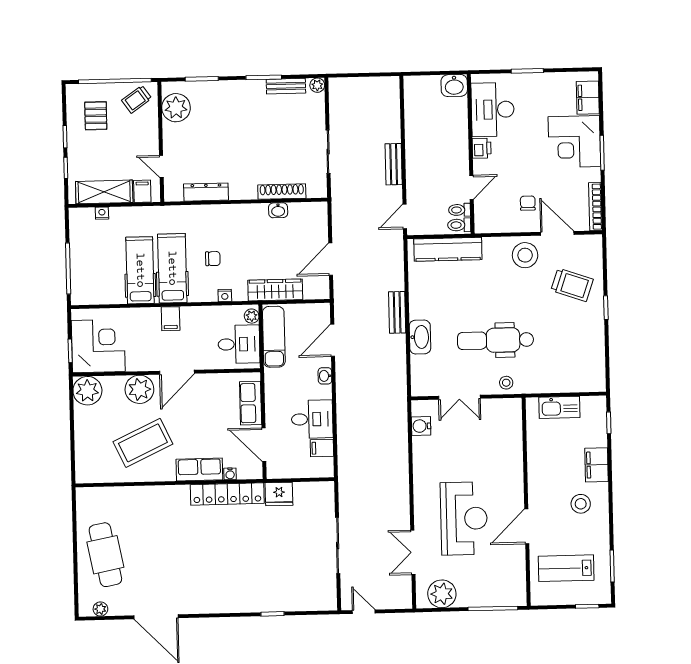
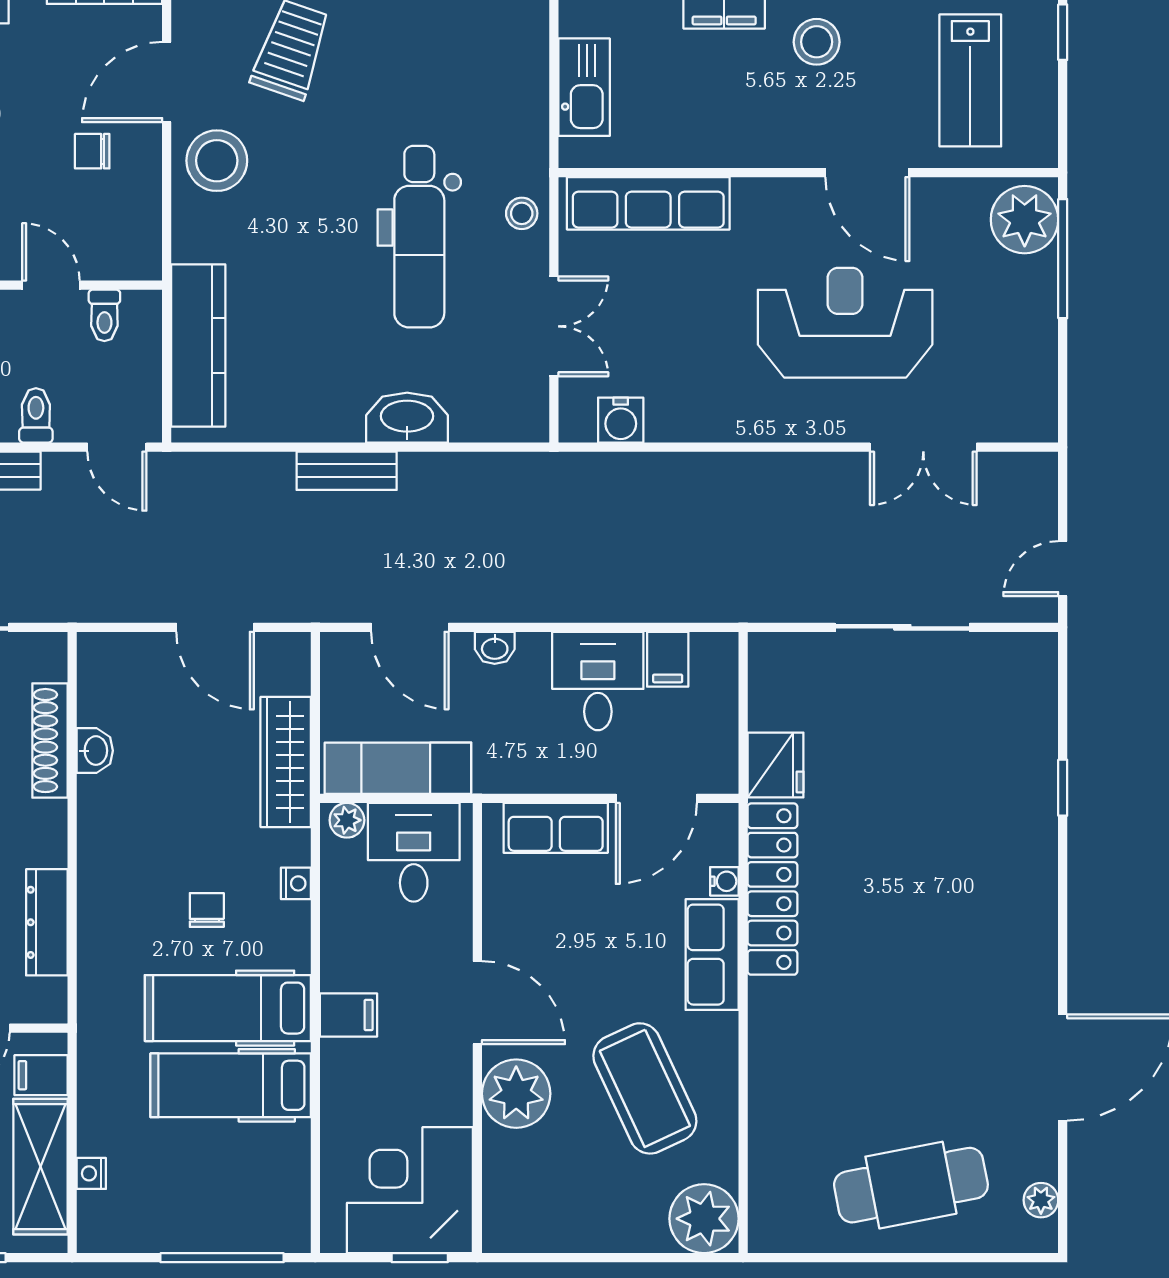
toilet: (459, 225) -> (36, 415), moved, turned 180
plant: (87, 391) -> (704, 1219), moved
row of seats: (512, 435) -> (648, 203), added
plant: (442, 594) -> (1025, 220), moved

